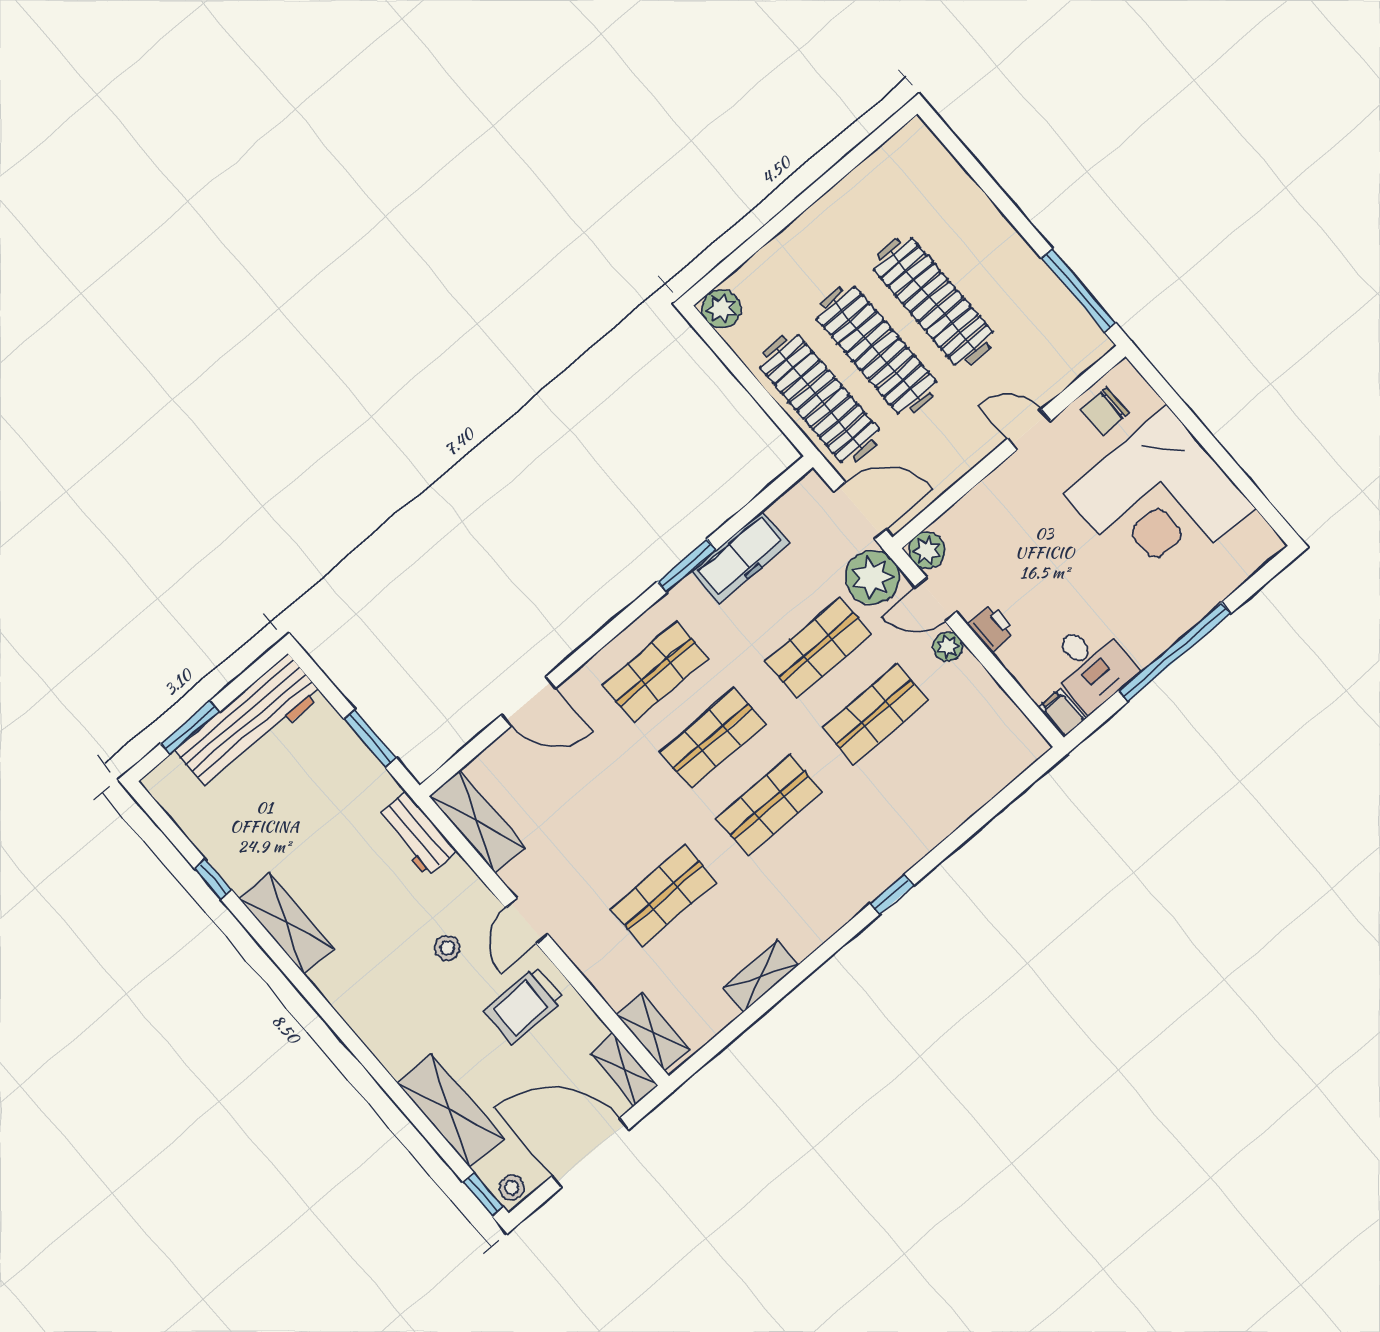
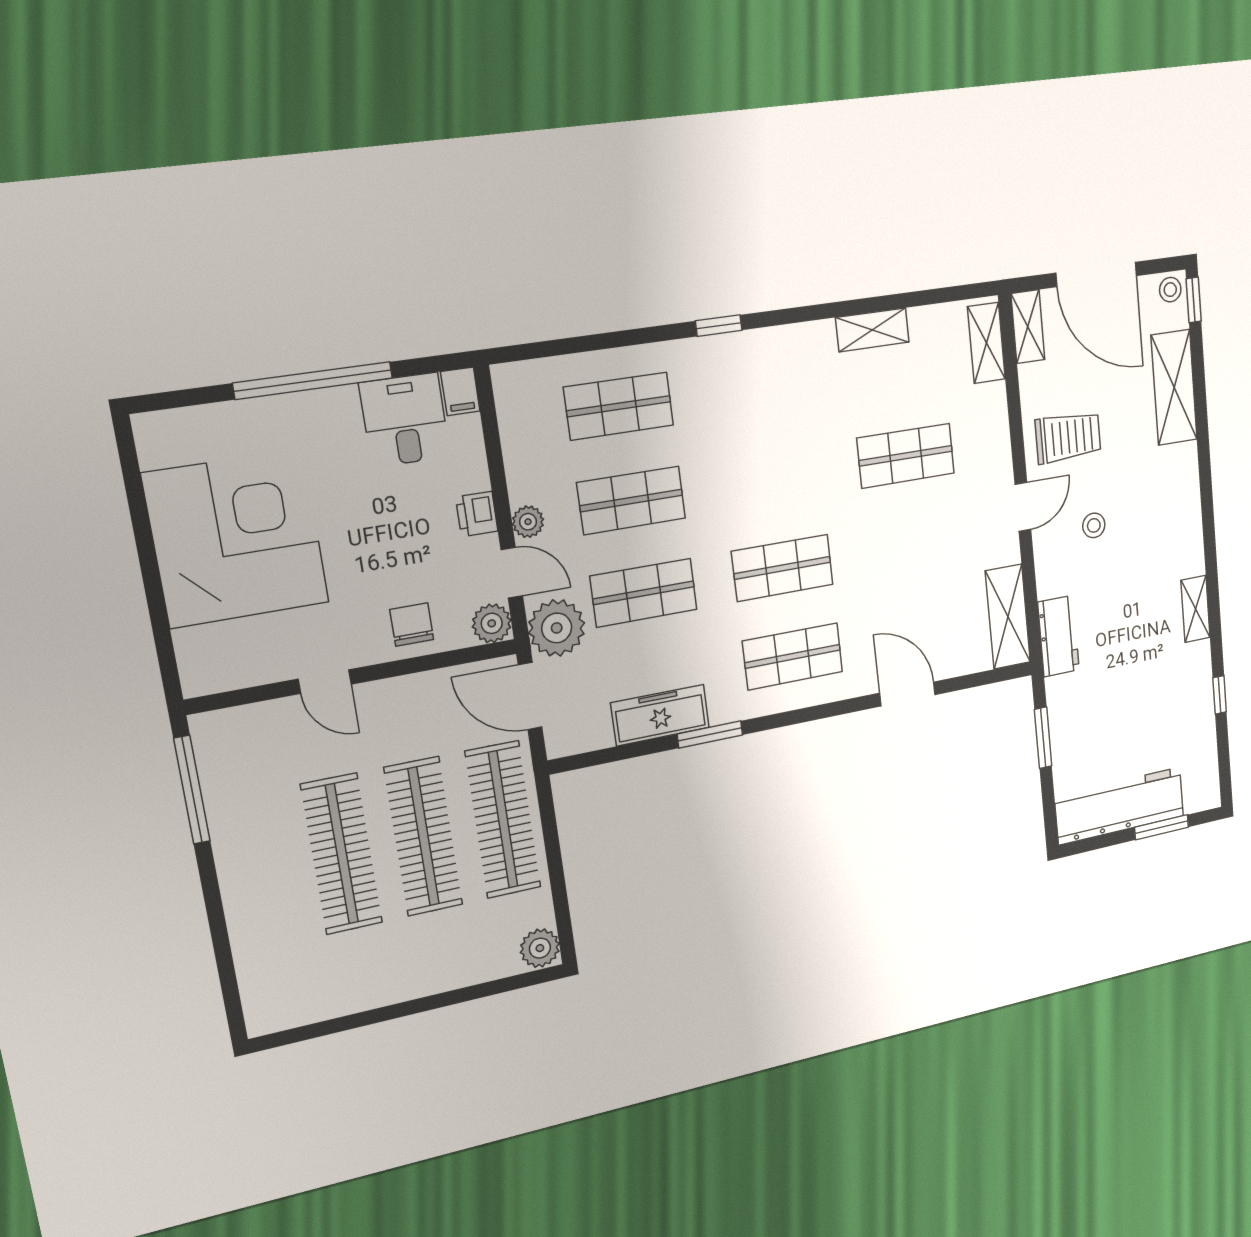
chair: (1105, 411) -> (412, 624), moved, turned -90
shop shelf: (769, 805) -> (619, 406), moved
shelving: (286, 923) -> (1195, 609), width x0.67, depth x0.75

